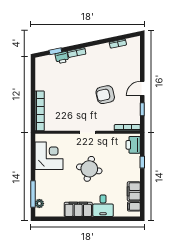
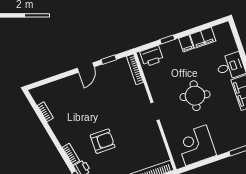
door: (142, 88) -> (86, 68), hinge flipped
armchair: (105, 95) -> (103, 141), moved, turned -77
filing cabinet: (134, 206) -> (186, 43), moved

